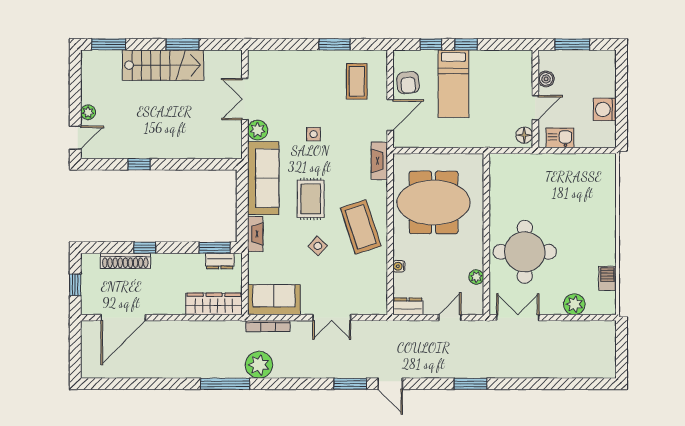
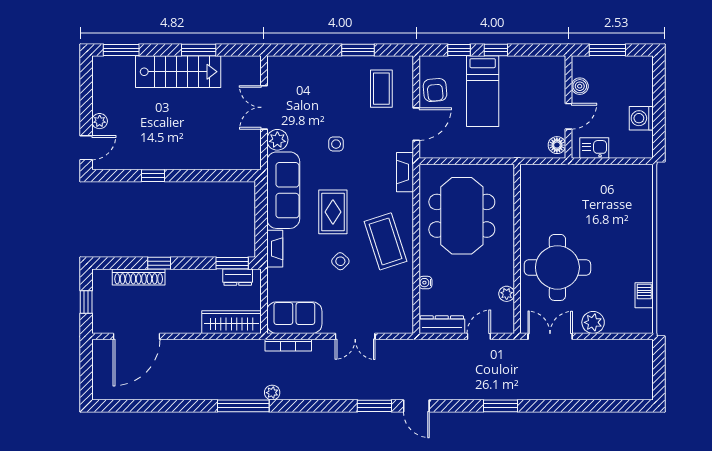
meeting table: (434, 202) -> (462, 216), turned 90
plant: (574, 304) -> (593, 322), moved
dresser: (408, 306) -> (442, 325), width x1.44
plant: (259, 365) -> (272, 393), width x0.53, depth x0.53

